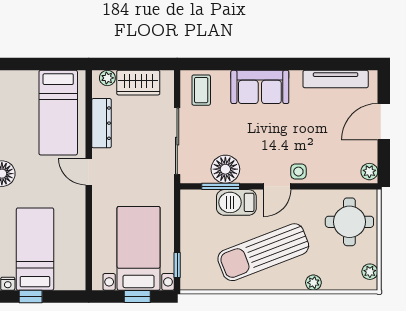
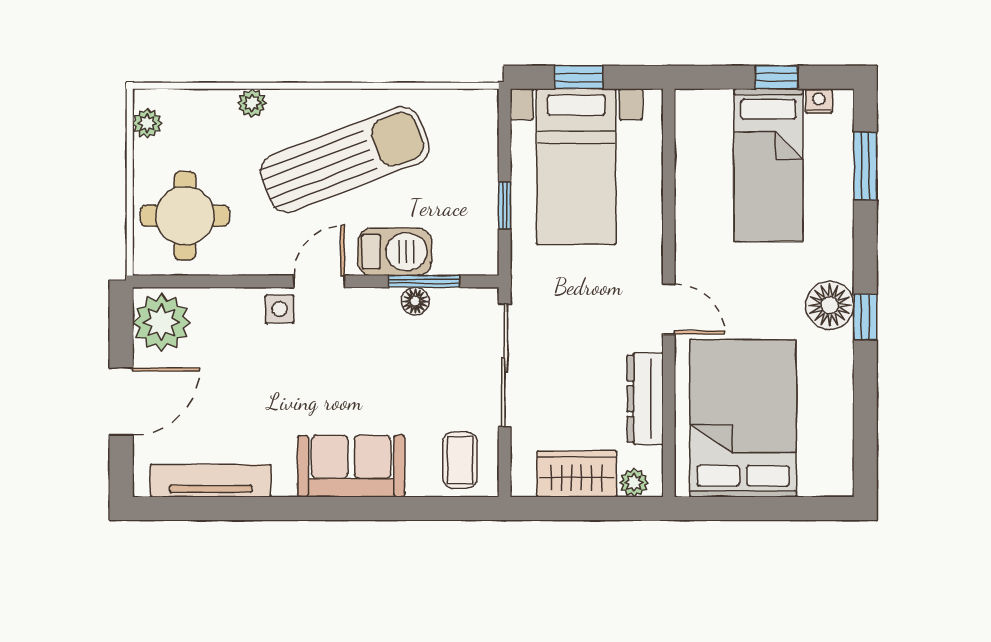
bed: (58, 113) -> (743, 418), width x1.50
floor lamp: (225, 169) -> (415, 301), width x0.53, depth x0.53
plant: (369, 172) -> (162, 322), width x1.88, depth x1.88
window: (177, 265) -> (505, 205), moved

